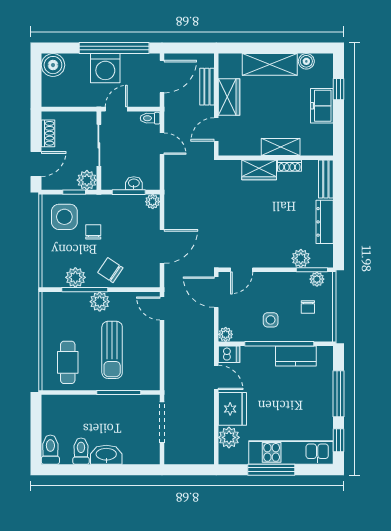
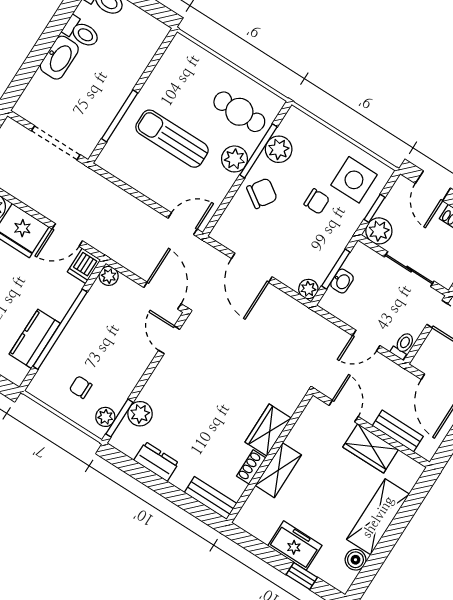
dresser: (325, 222) -> (156, 462), width x0.70
door: (216, 292) -> (162, 296), hinge flipped
side table: (271, 320) -> (93, 336), removed
cafe table: (68, 362) -> (239, 112), moved

